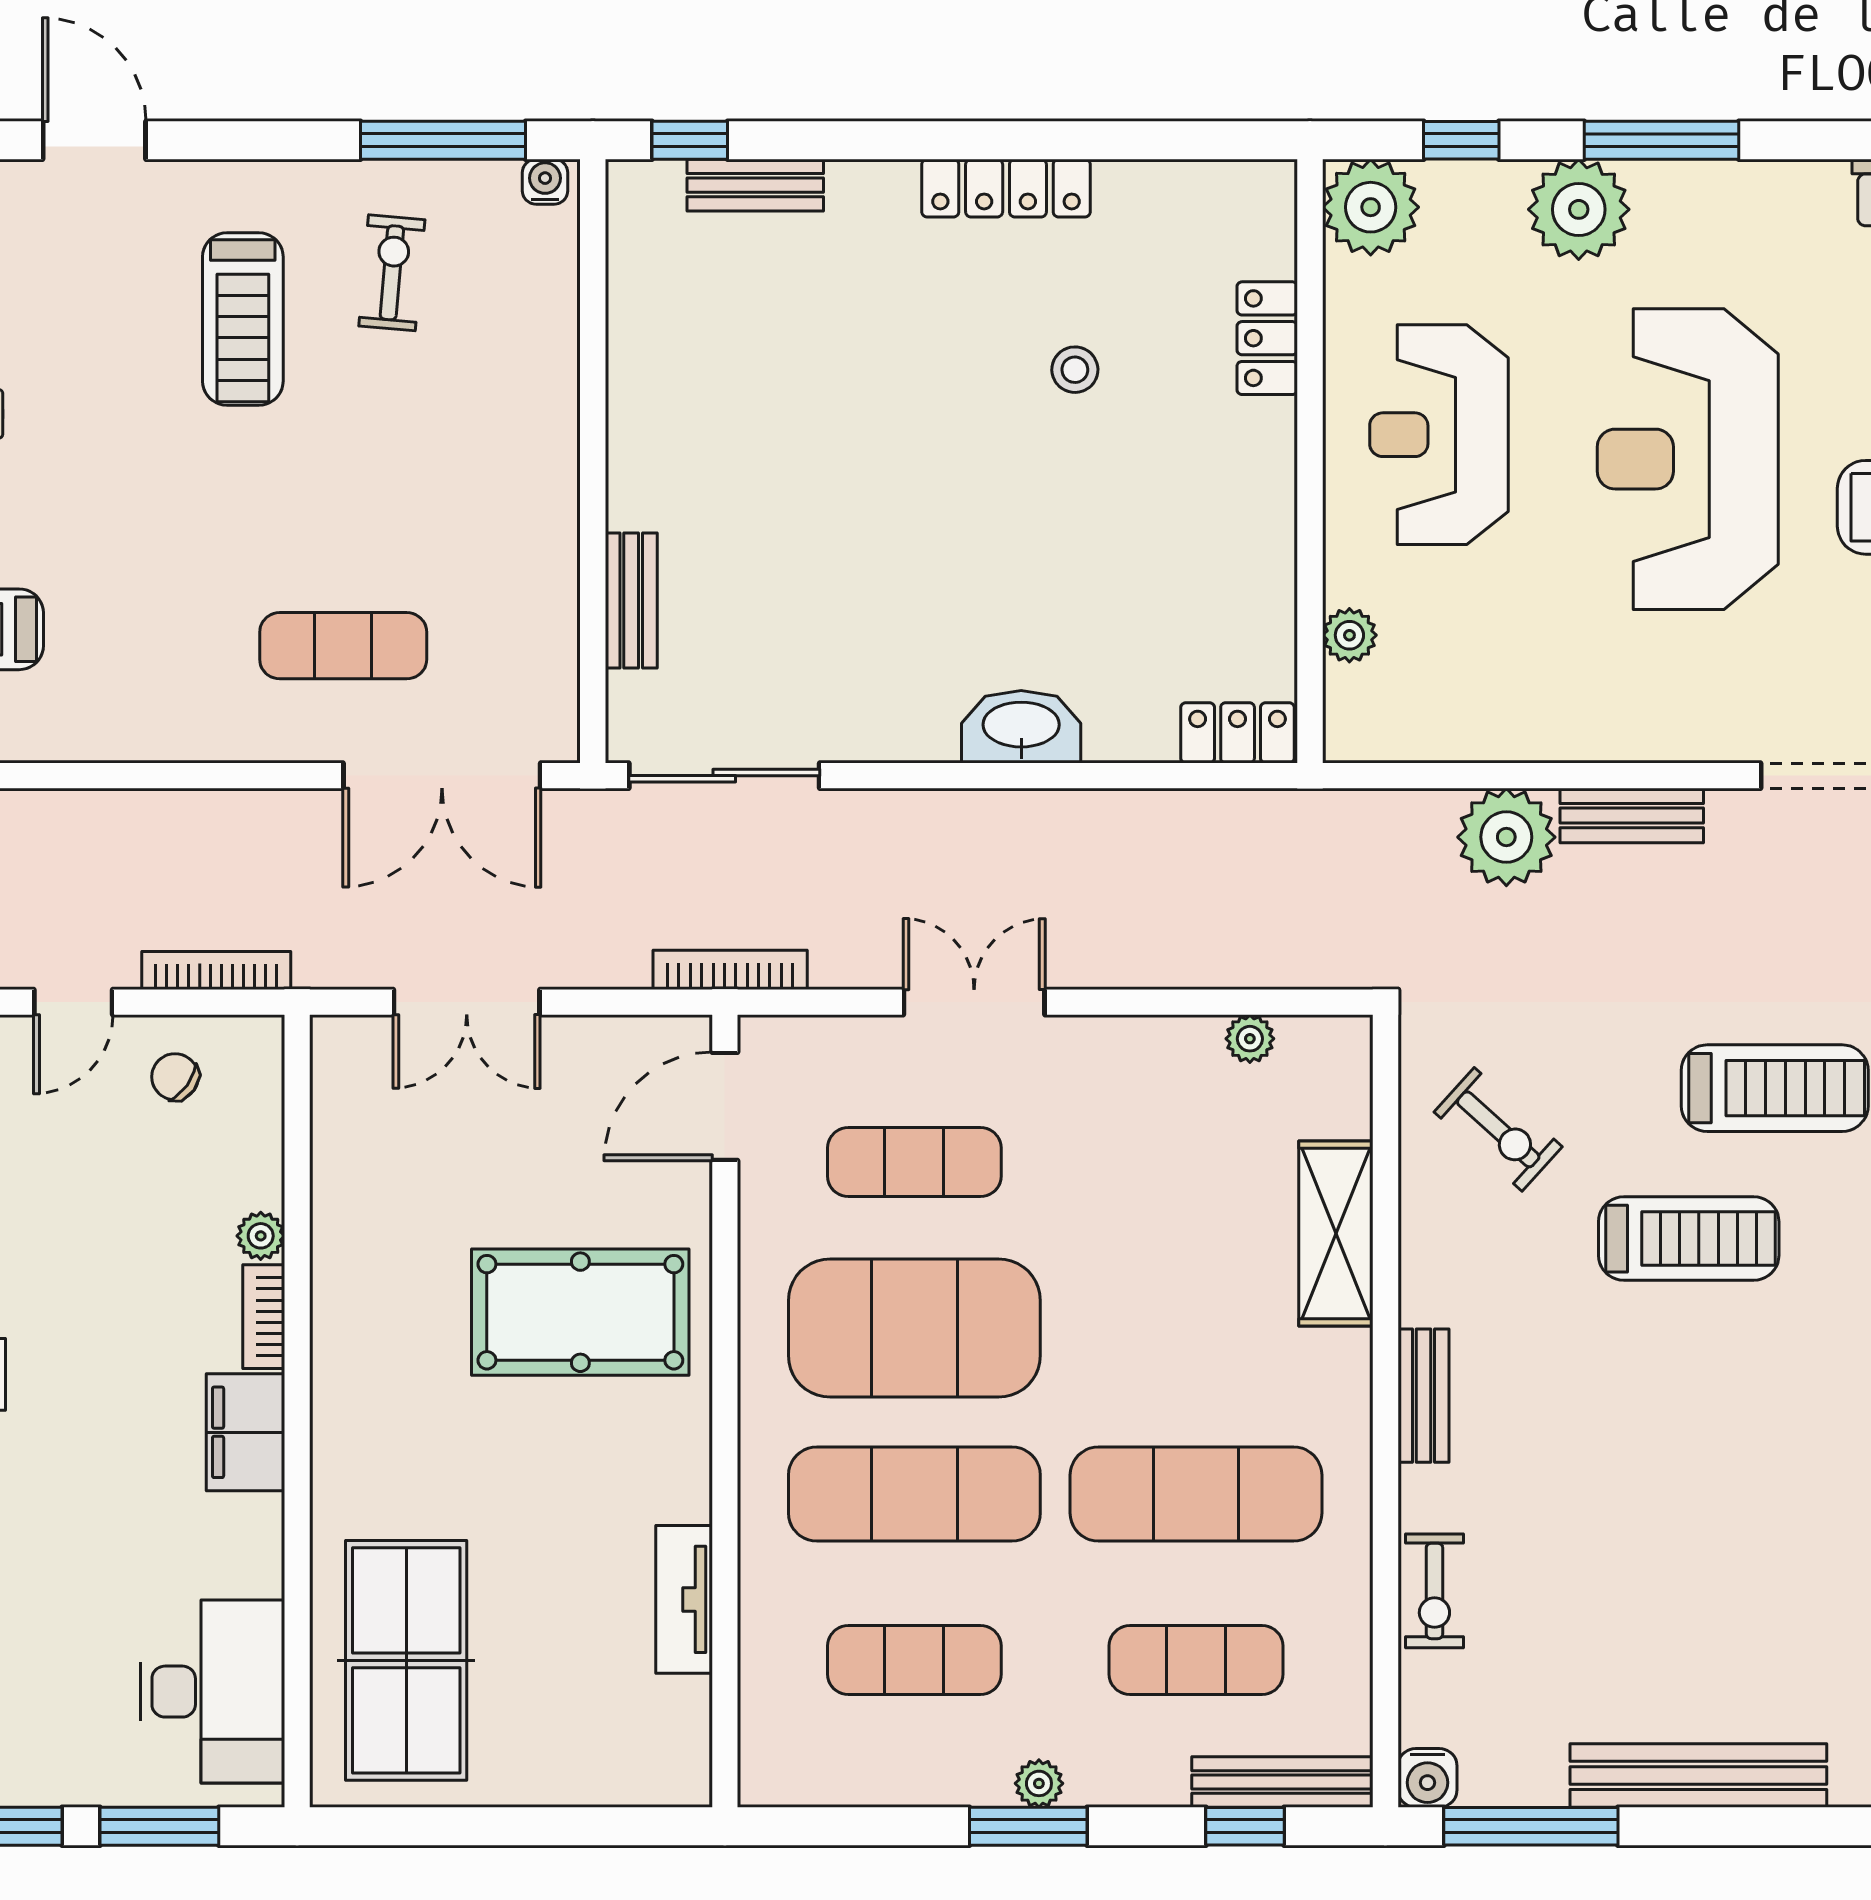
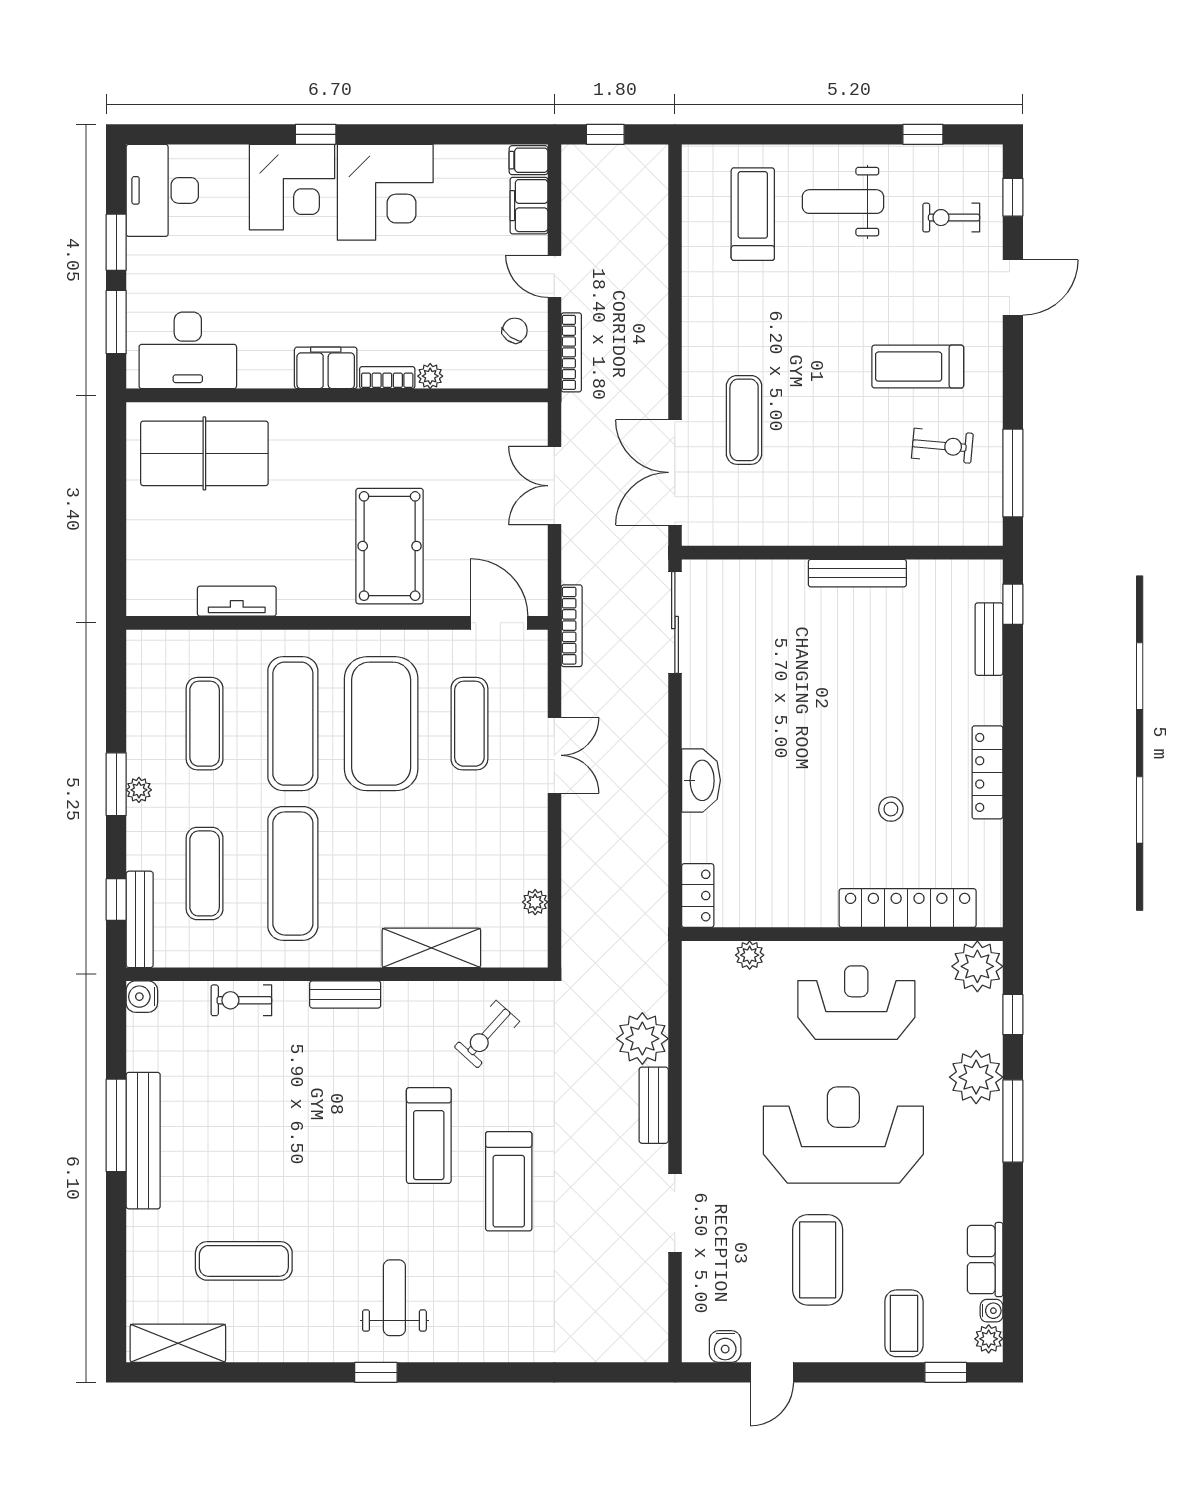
water cooler: (545, 182) -> (991, 527), removed
locker: (1267, 338) -> (908, 908), width x2.16, depth x1.21
bench: (631, 600) -> (857, 573), moved, width x1.36
window: (1531, 1826) -> (116, 1125), moved

